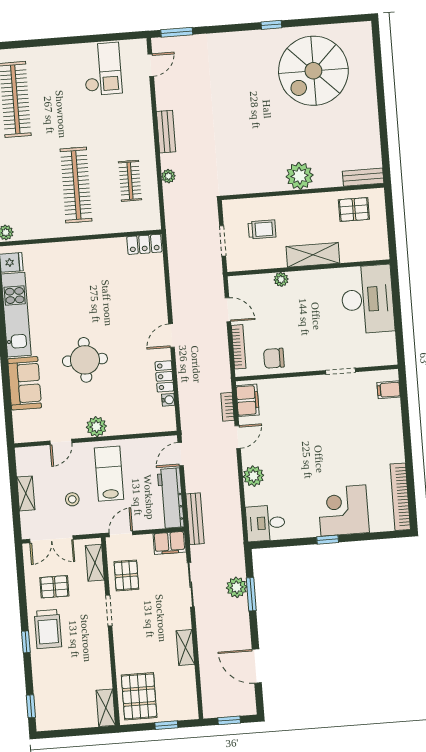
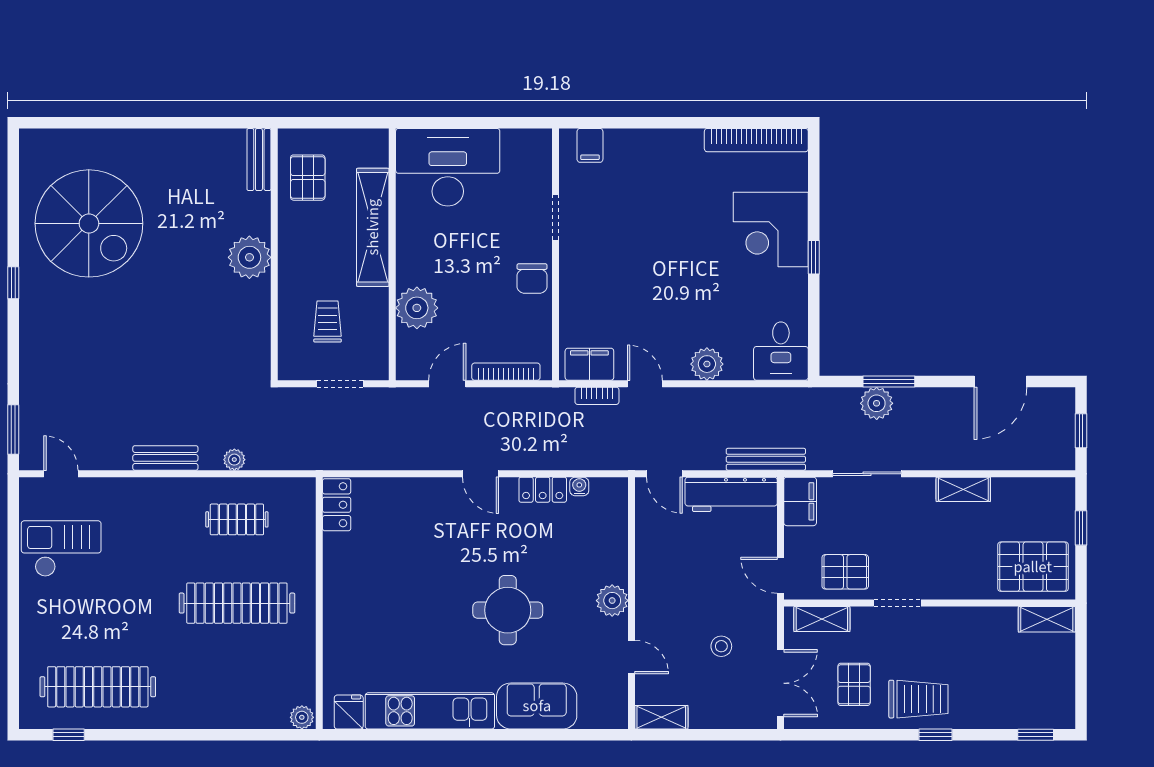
shelving: (313, 255) -> (373, 227), width x1.47
plant: (281, 279) -> (417, 308), width x1.88, depth x1.88
chair: (274, 358) -> (532, 278), moved
lab bench: (109, 474) -> (686, 586), removed
shelving: (26, 493) -> (661, 717), moved

